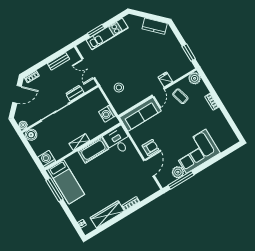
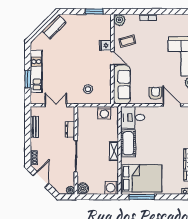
double door: (88, 68) -> (56, 105), swing flipped
bed: (66, 182) -> (141, 178), width x1.50

